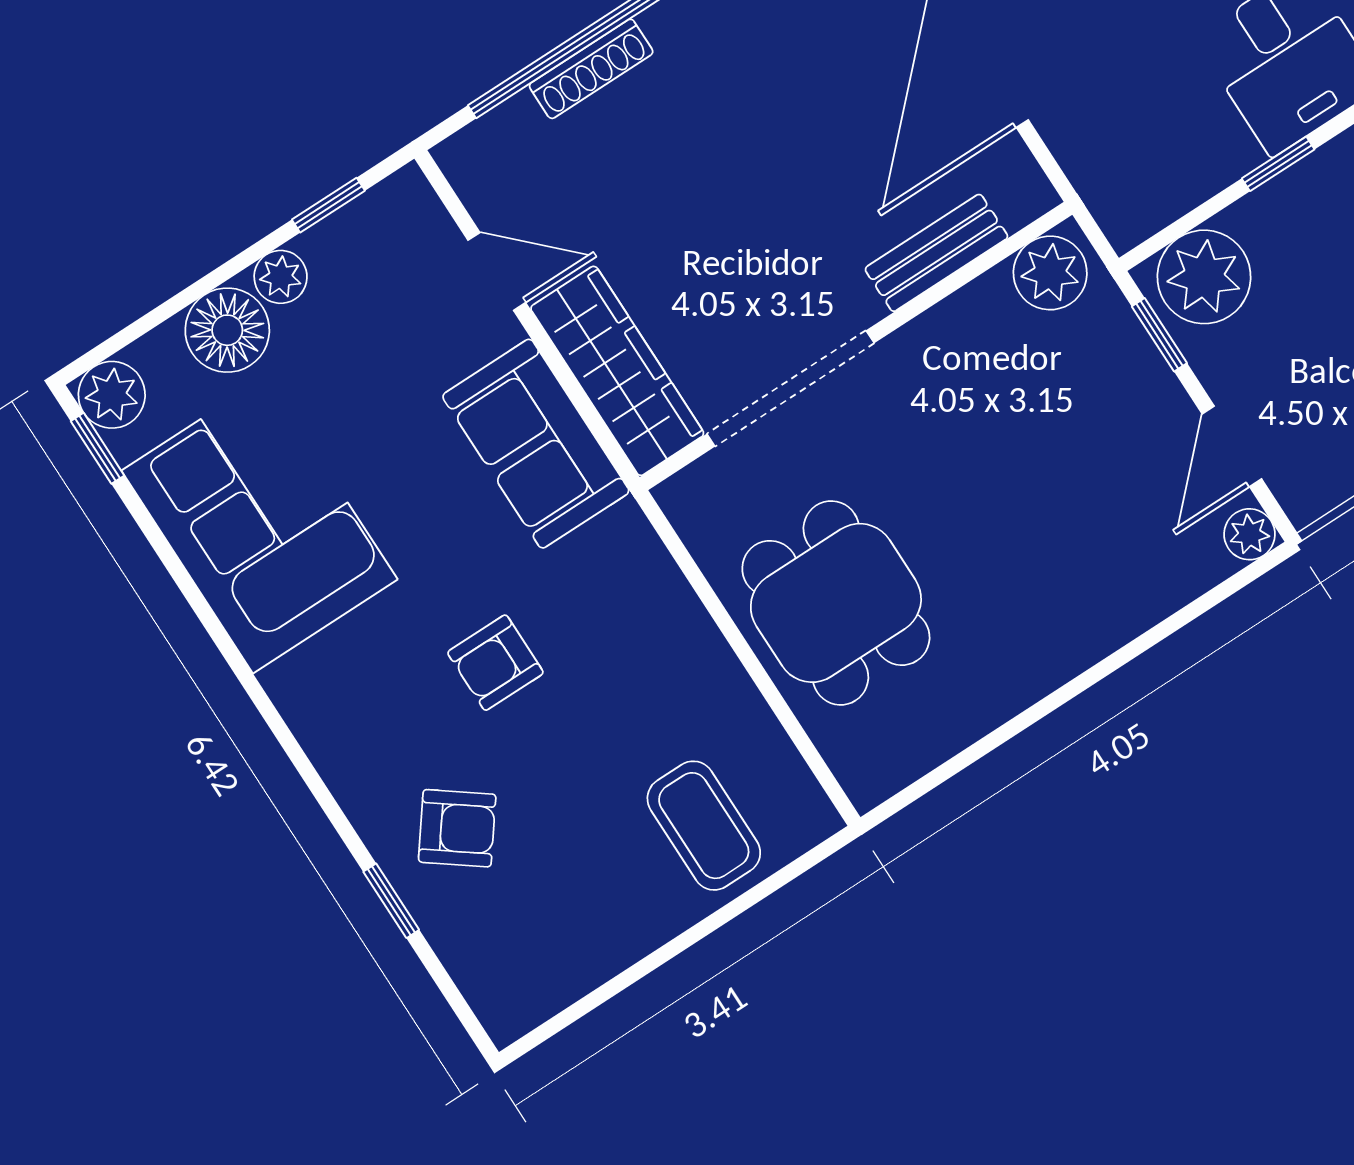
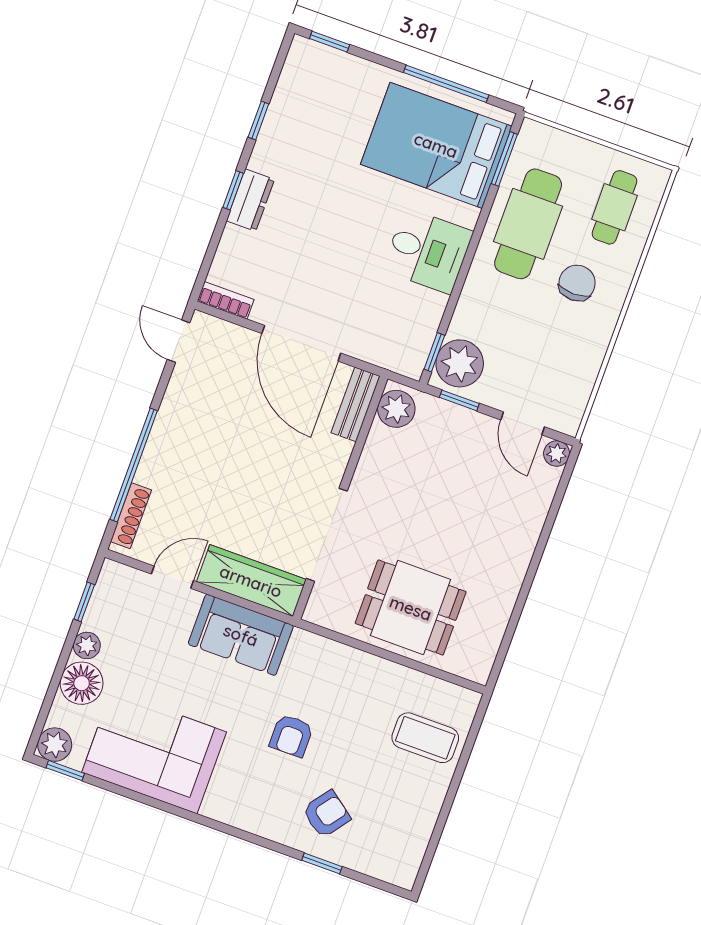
shoe rack: (591, 69) -> (131, 516), moved
window: (1278, 164) -> (434, 352), moved
bench: (936, 253) -> (356, 404), moved

